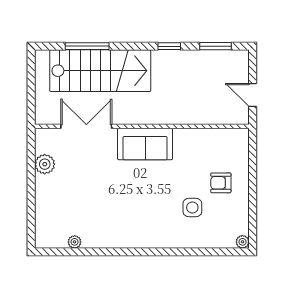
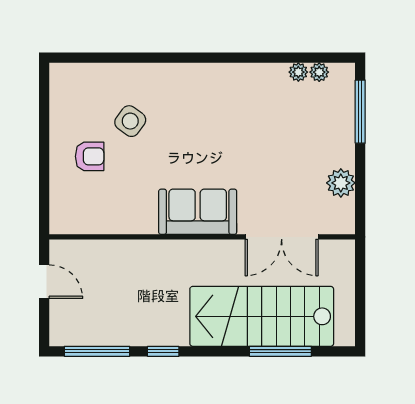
window: (216, 46) -> (97, 351), width x1.44
side table: (192, 208) -> (130, 121), turned 36
window: (31, 214) -> (360, 112), added
plant: (242, 242) -> (319, 72), moved

